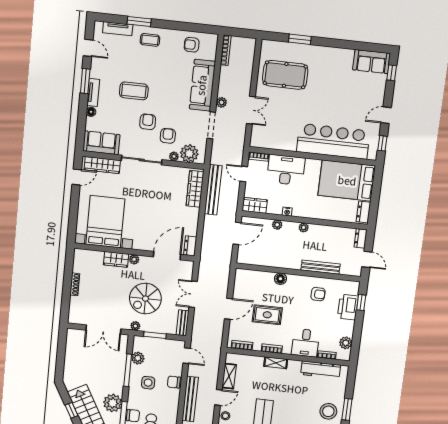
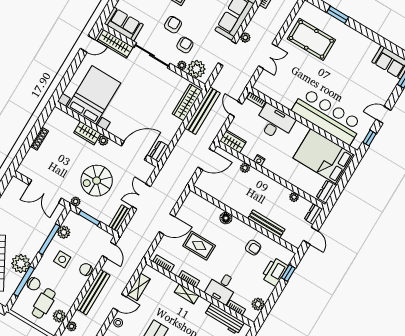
plant: (304, 227) -> (294, 197), moved

